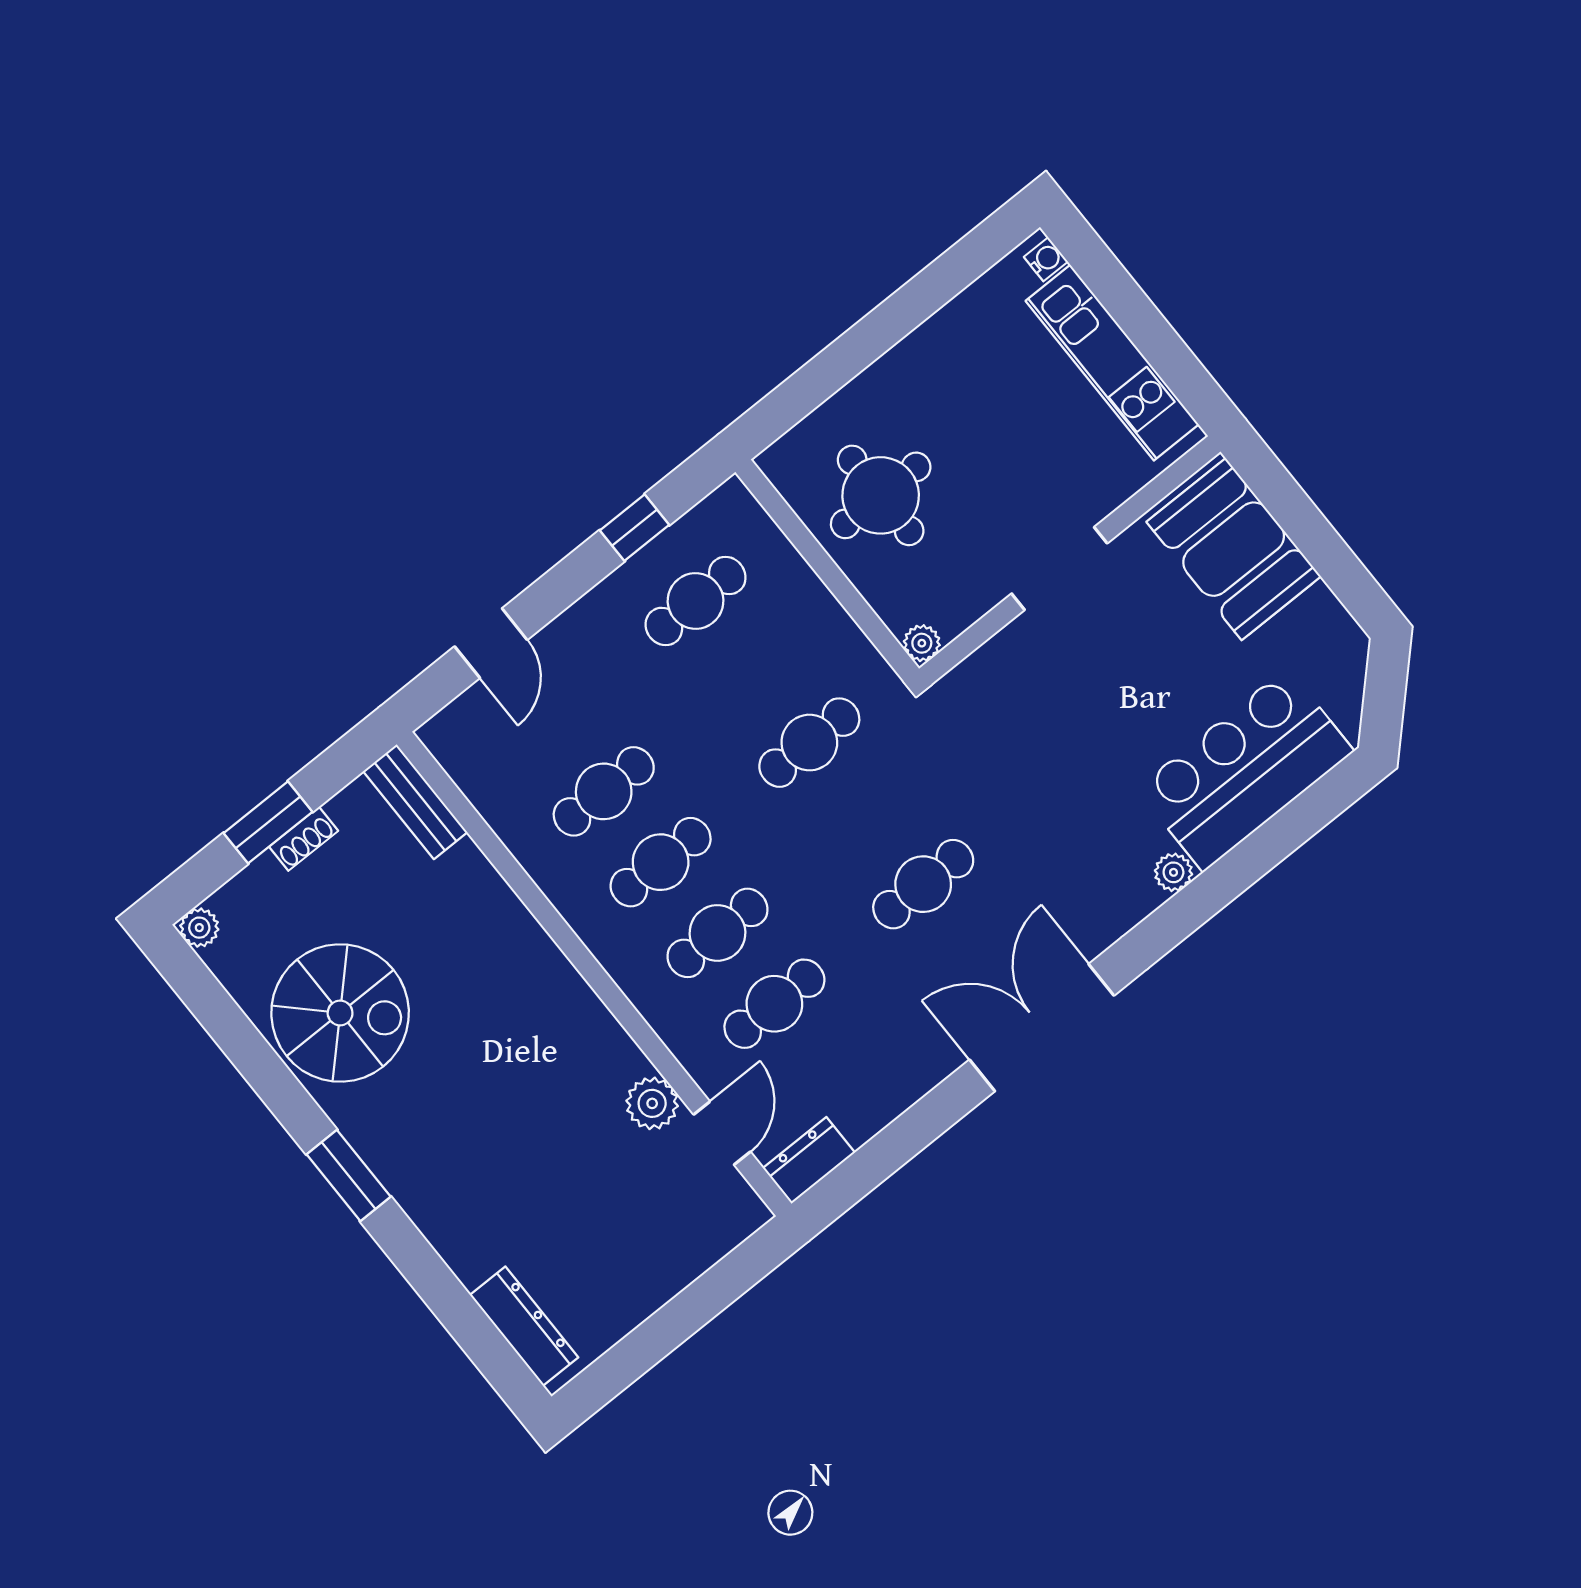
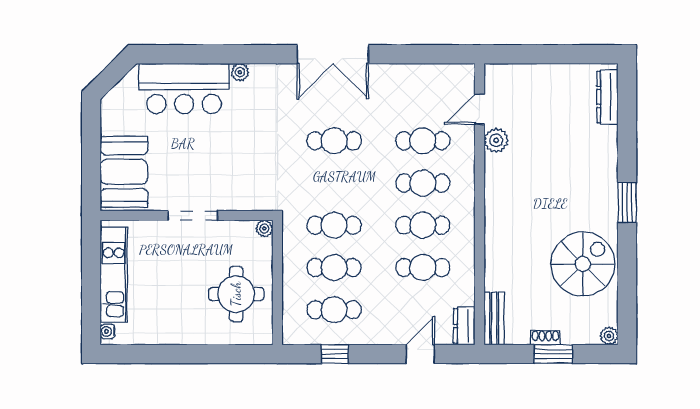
cafe table: (752, 672) -> (334, 267), added
spiral stairs: (340, 1013) -> (583, 264), turned 90
dresser: (809, 1160) -> (464, 326), moved, turned 90

